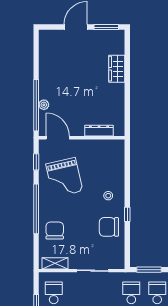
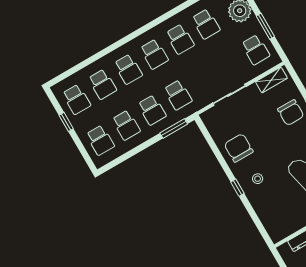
window: (127, 214) -> (237, 188), moved
chair: (109, 227) -> (239, 148), turned -90

